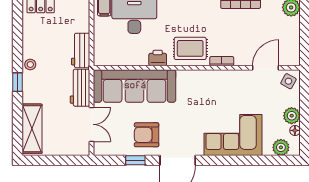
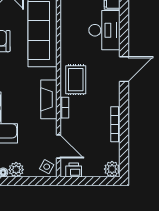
printer: (158, 58) -> (74, 170), moved, turned -90
fireplace: (212, 79) -> (49, 99), added

